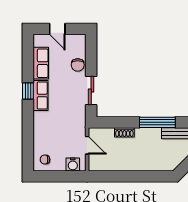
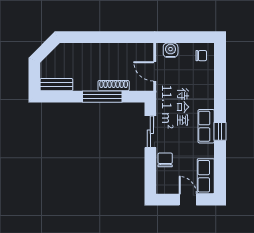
row of seats: (41, 63) -> (206, 176), moved
window: (157, 122) -> (102, 97), moved
shoe rack: (124, 132) -> (114, 86), width x1.43

